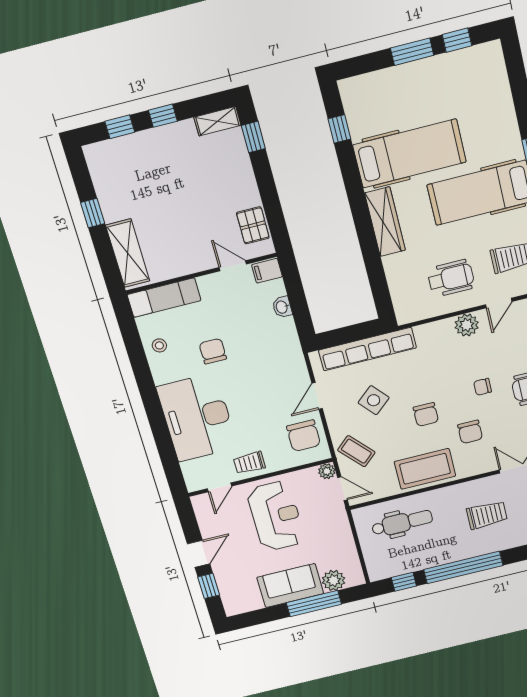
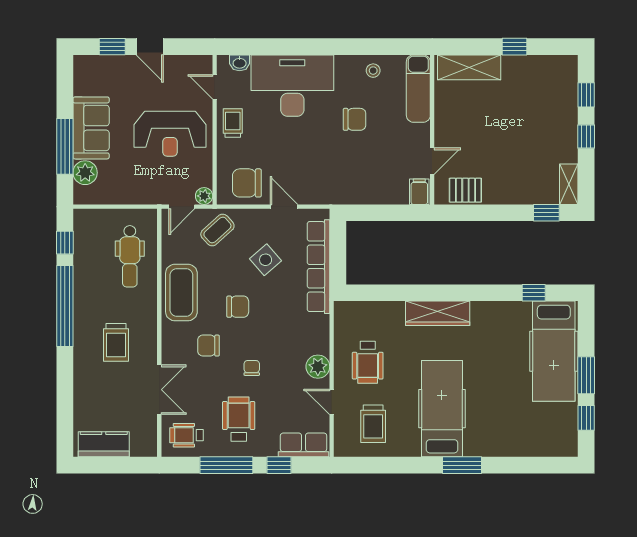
hospital bed: (409, 153) -> (554, 351), moved
washbasin: (282, 307) -> (240, 63), moved, turned 180
chair: (426, 414) -> (238, 307), turned 180

